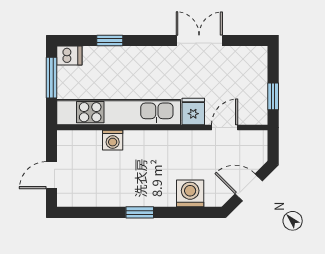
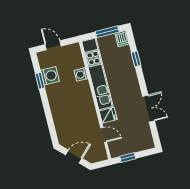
door: (249, 187) -> (74, 157), hinge flipped
washing machine: (190, 193) -> (50, 76), moved
window: (140, 212) -> (40, 81), moved

